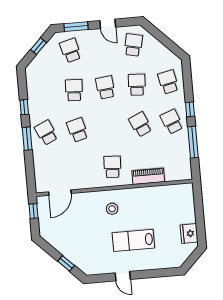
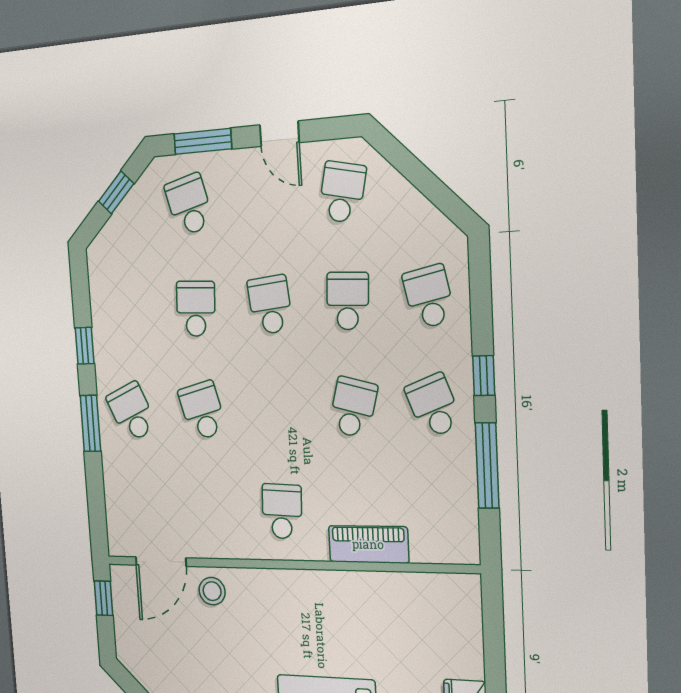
school desk: (140, 124) -> (353, 408), turned 39
stool: (112, 209) -> (212, 591), moved

